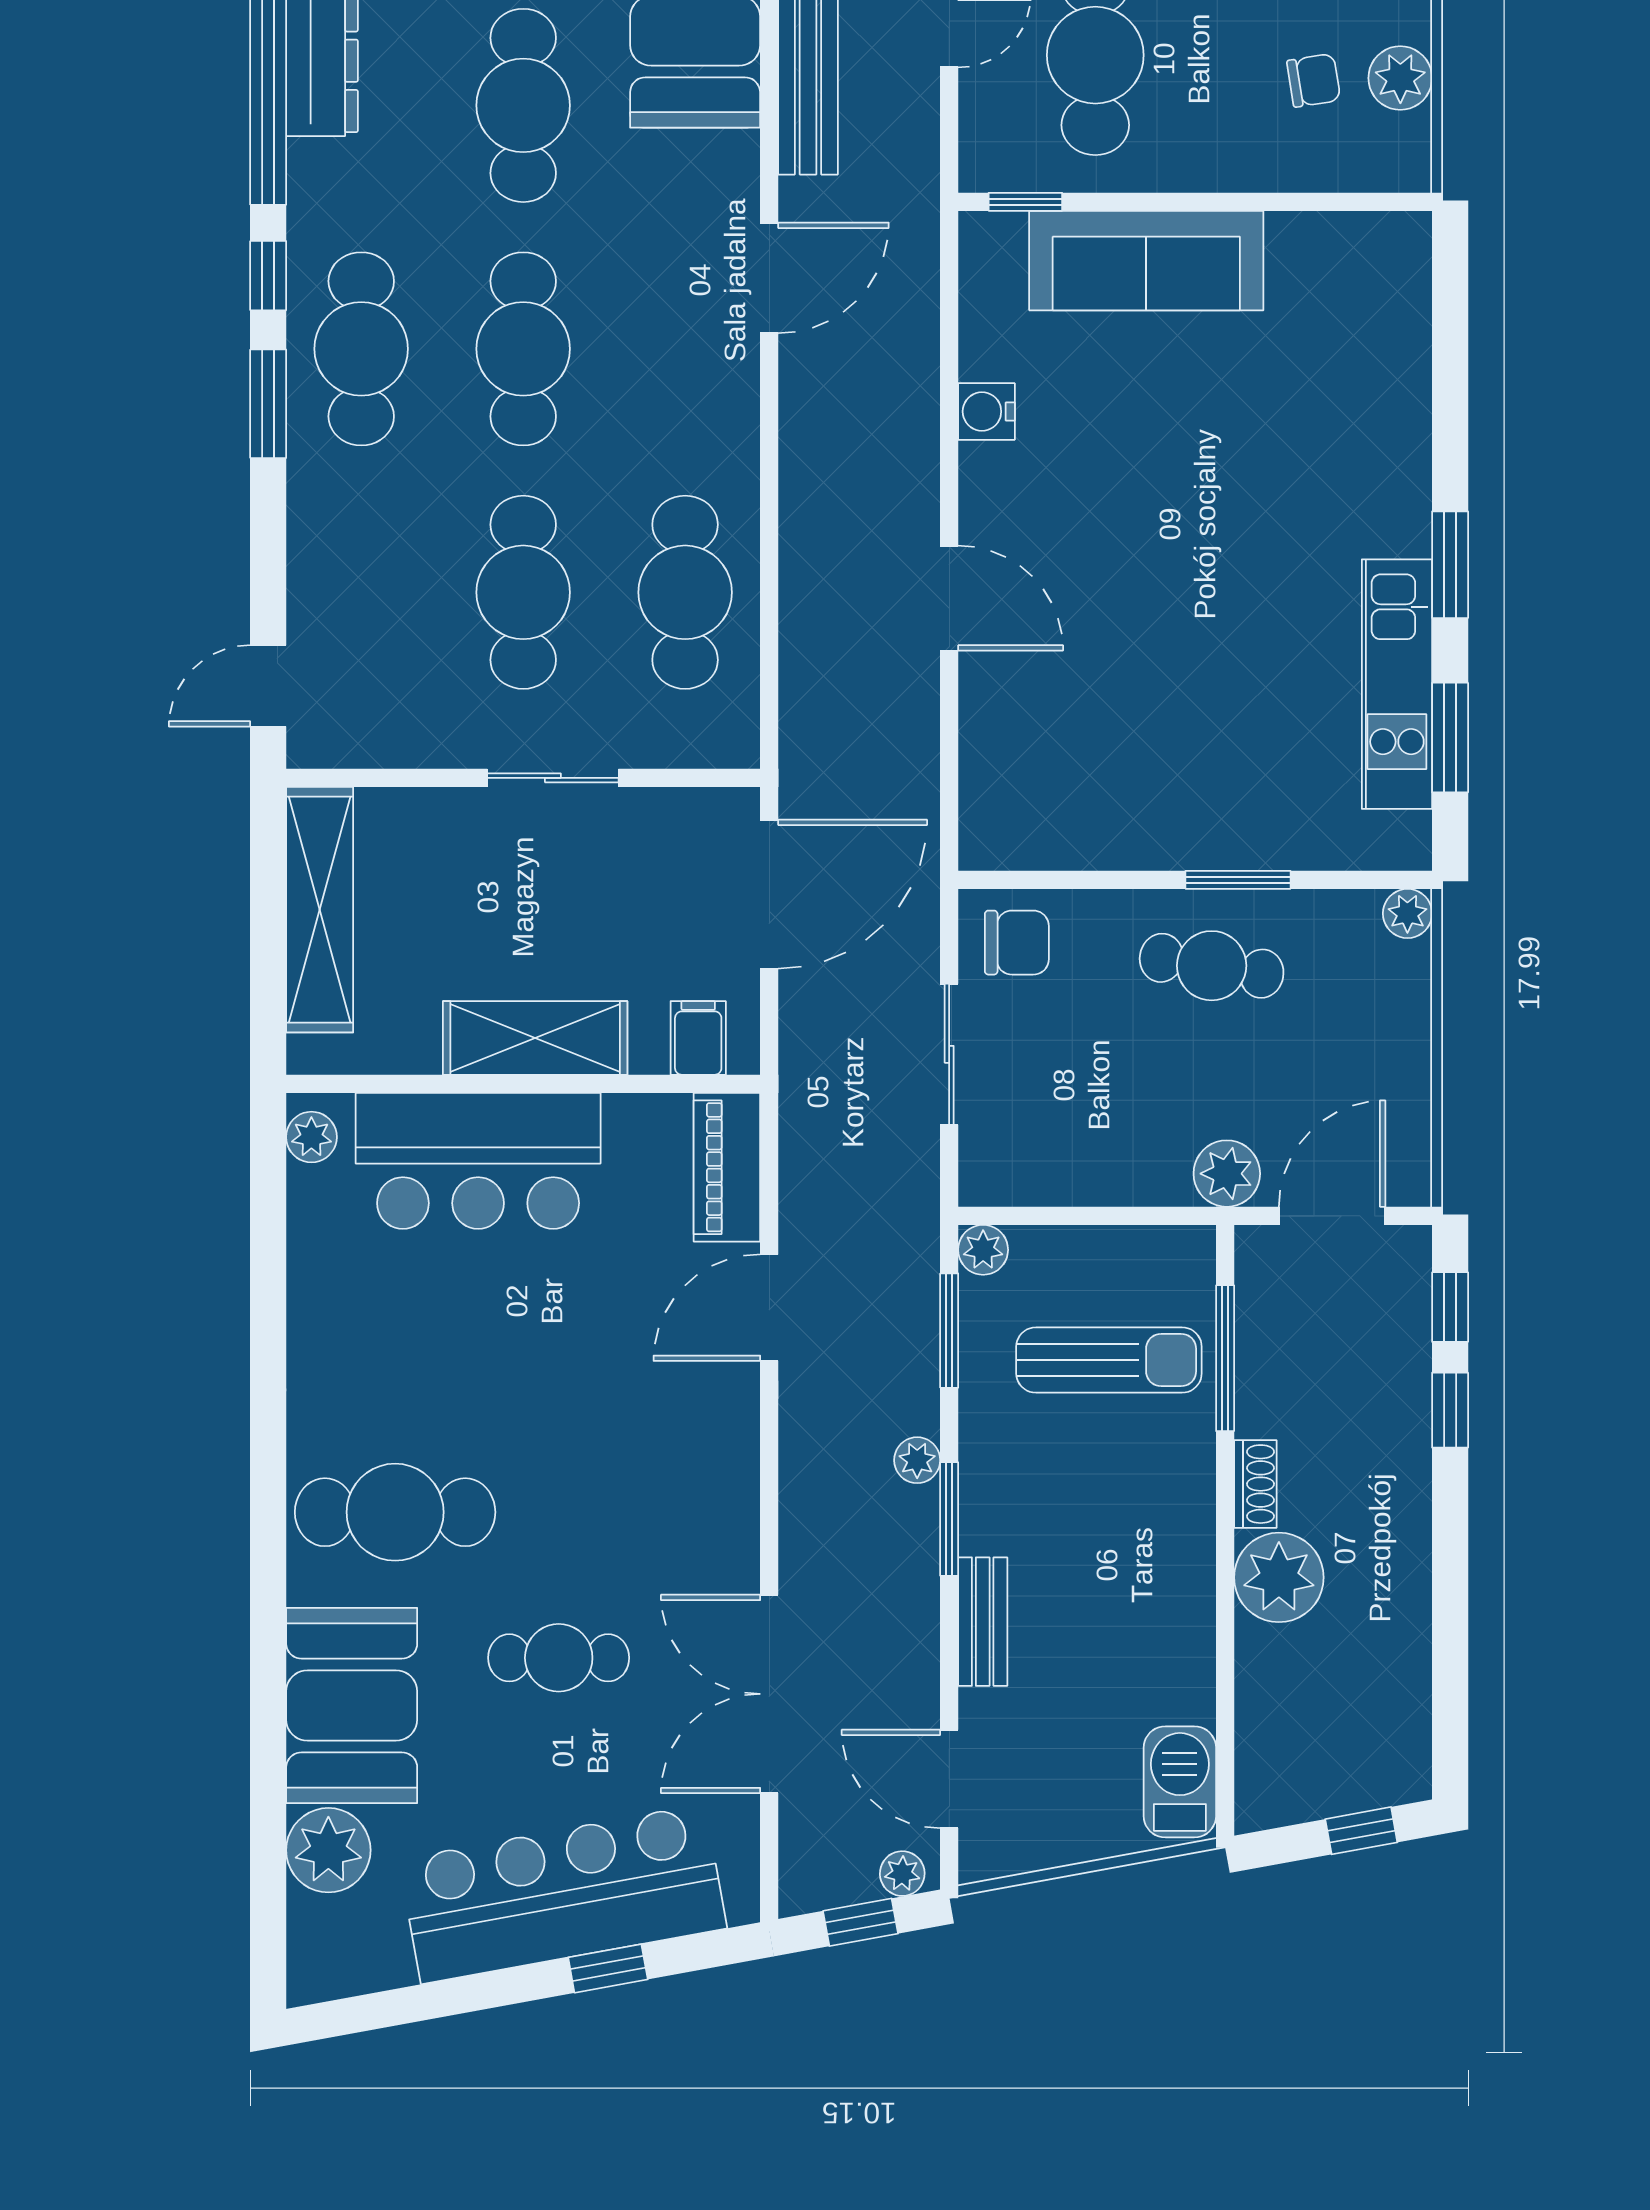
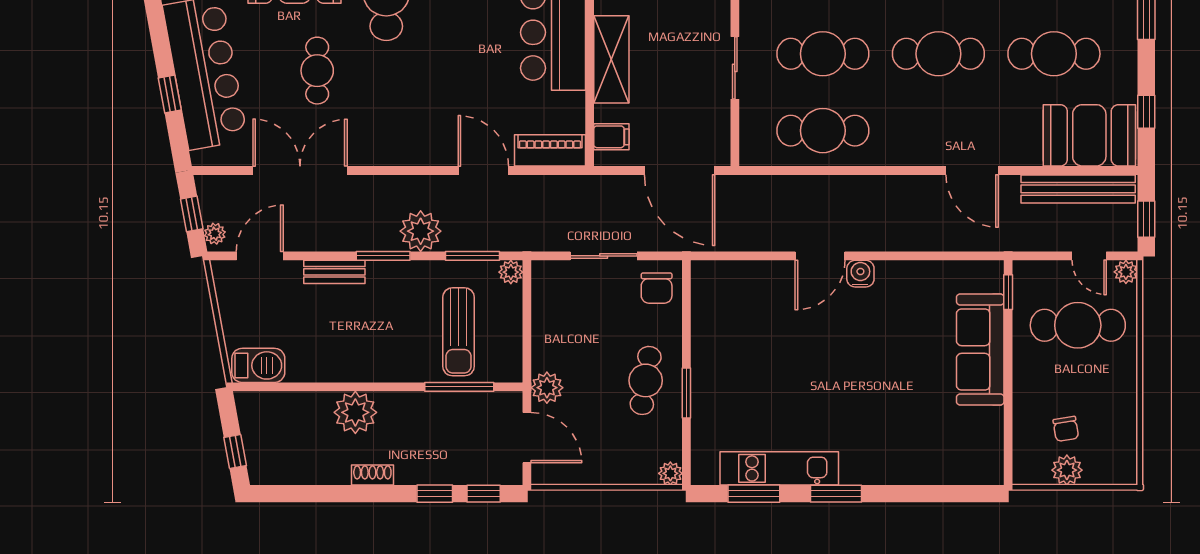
water cooler: (986, 411) -> (860, 274), moved
plant: (917, 1460) -> (421, 231), width x1.88, depth x1.88
shoe rack: (1255, 1484) -> (372, 475), moved, turned 180

